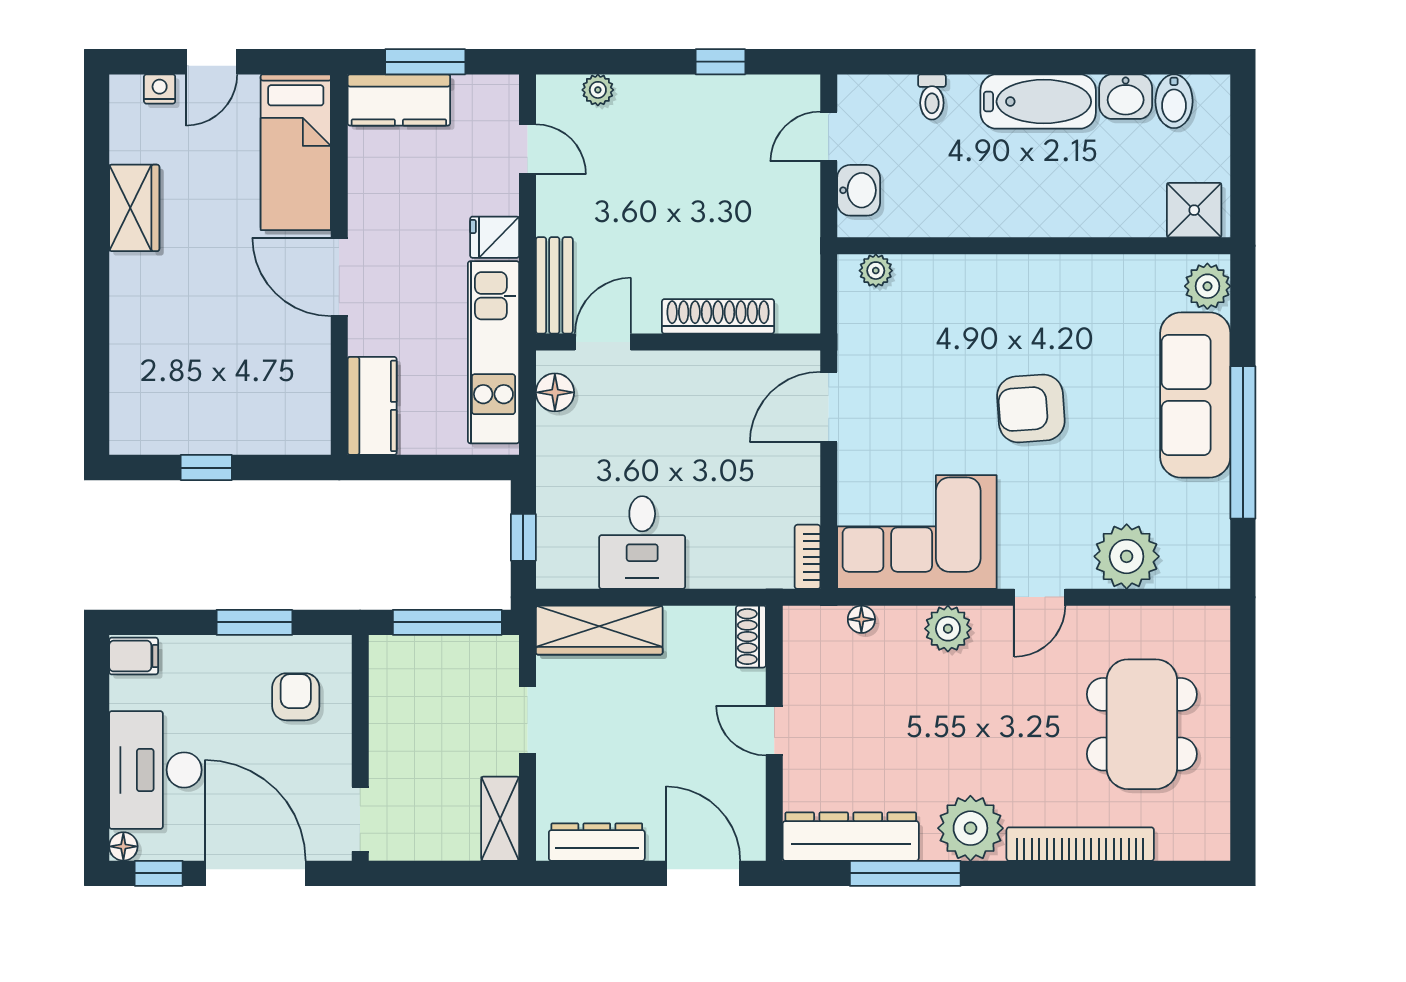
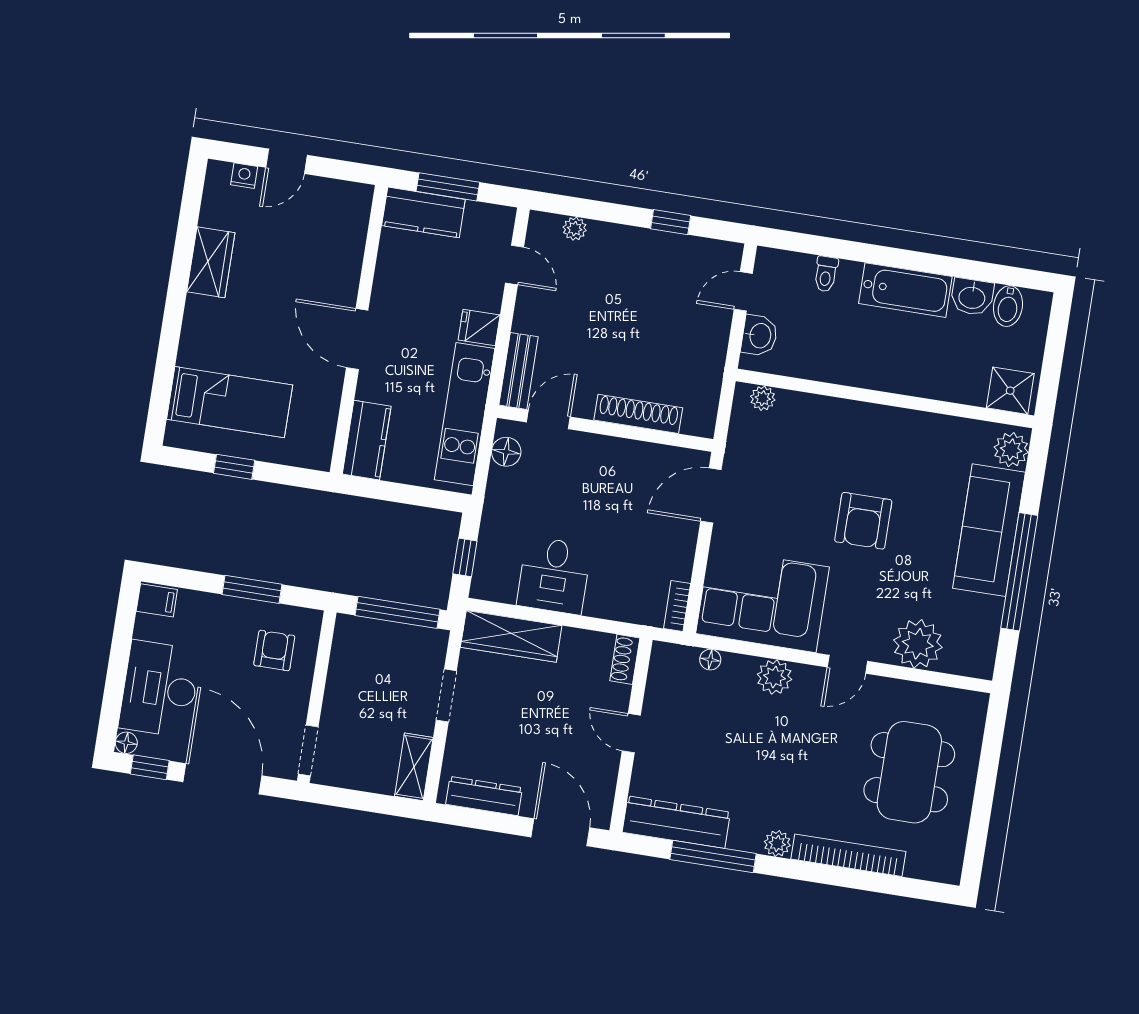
bed: (296, 152) -> (230, 402), moved, turned -90
armchair: (1031, 408) -> (863, 521), turned -86
plant: (970, 828) -> (777, 843), width x0.53, depth x0.53

